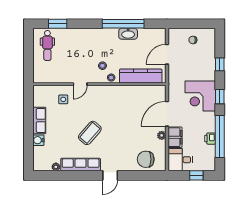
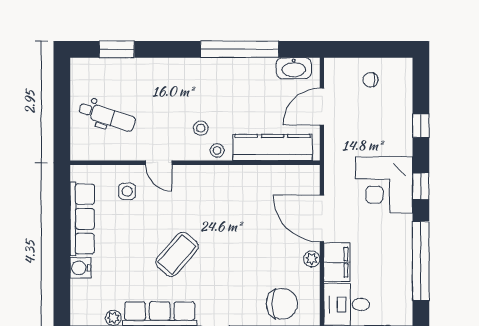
washbasin: (128, 34) -> (294, 68), moved
dental chair: (47, 45) -> (107, 116), moved, turned -72
door: (80, 84) -> (159, 163), hinge flipped
door: (167, 114) -> (322, 218), hinge flipped
row of seats: (39, 120) -> (82, 219), width x1.48
printer: (210, 139) -> (403, 265), removed
chair: (146, 159) -> (282, 304), turned 180

